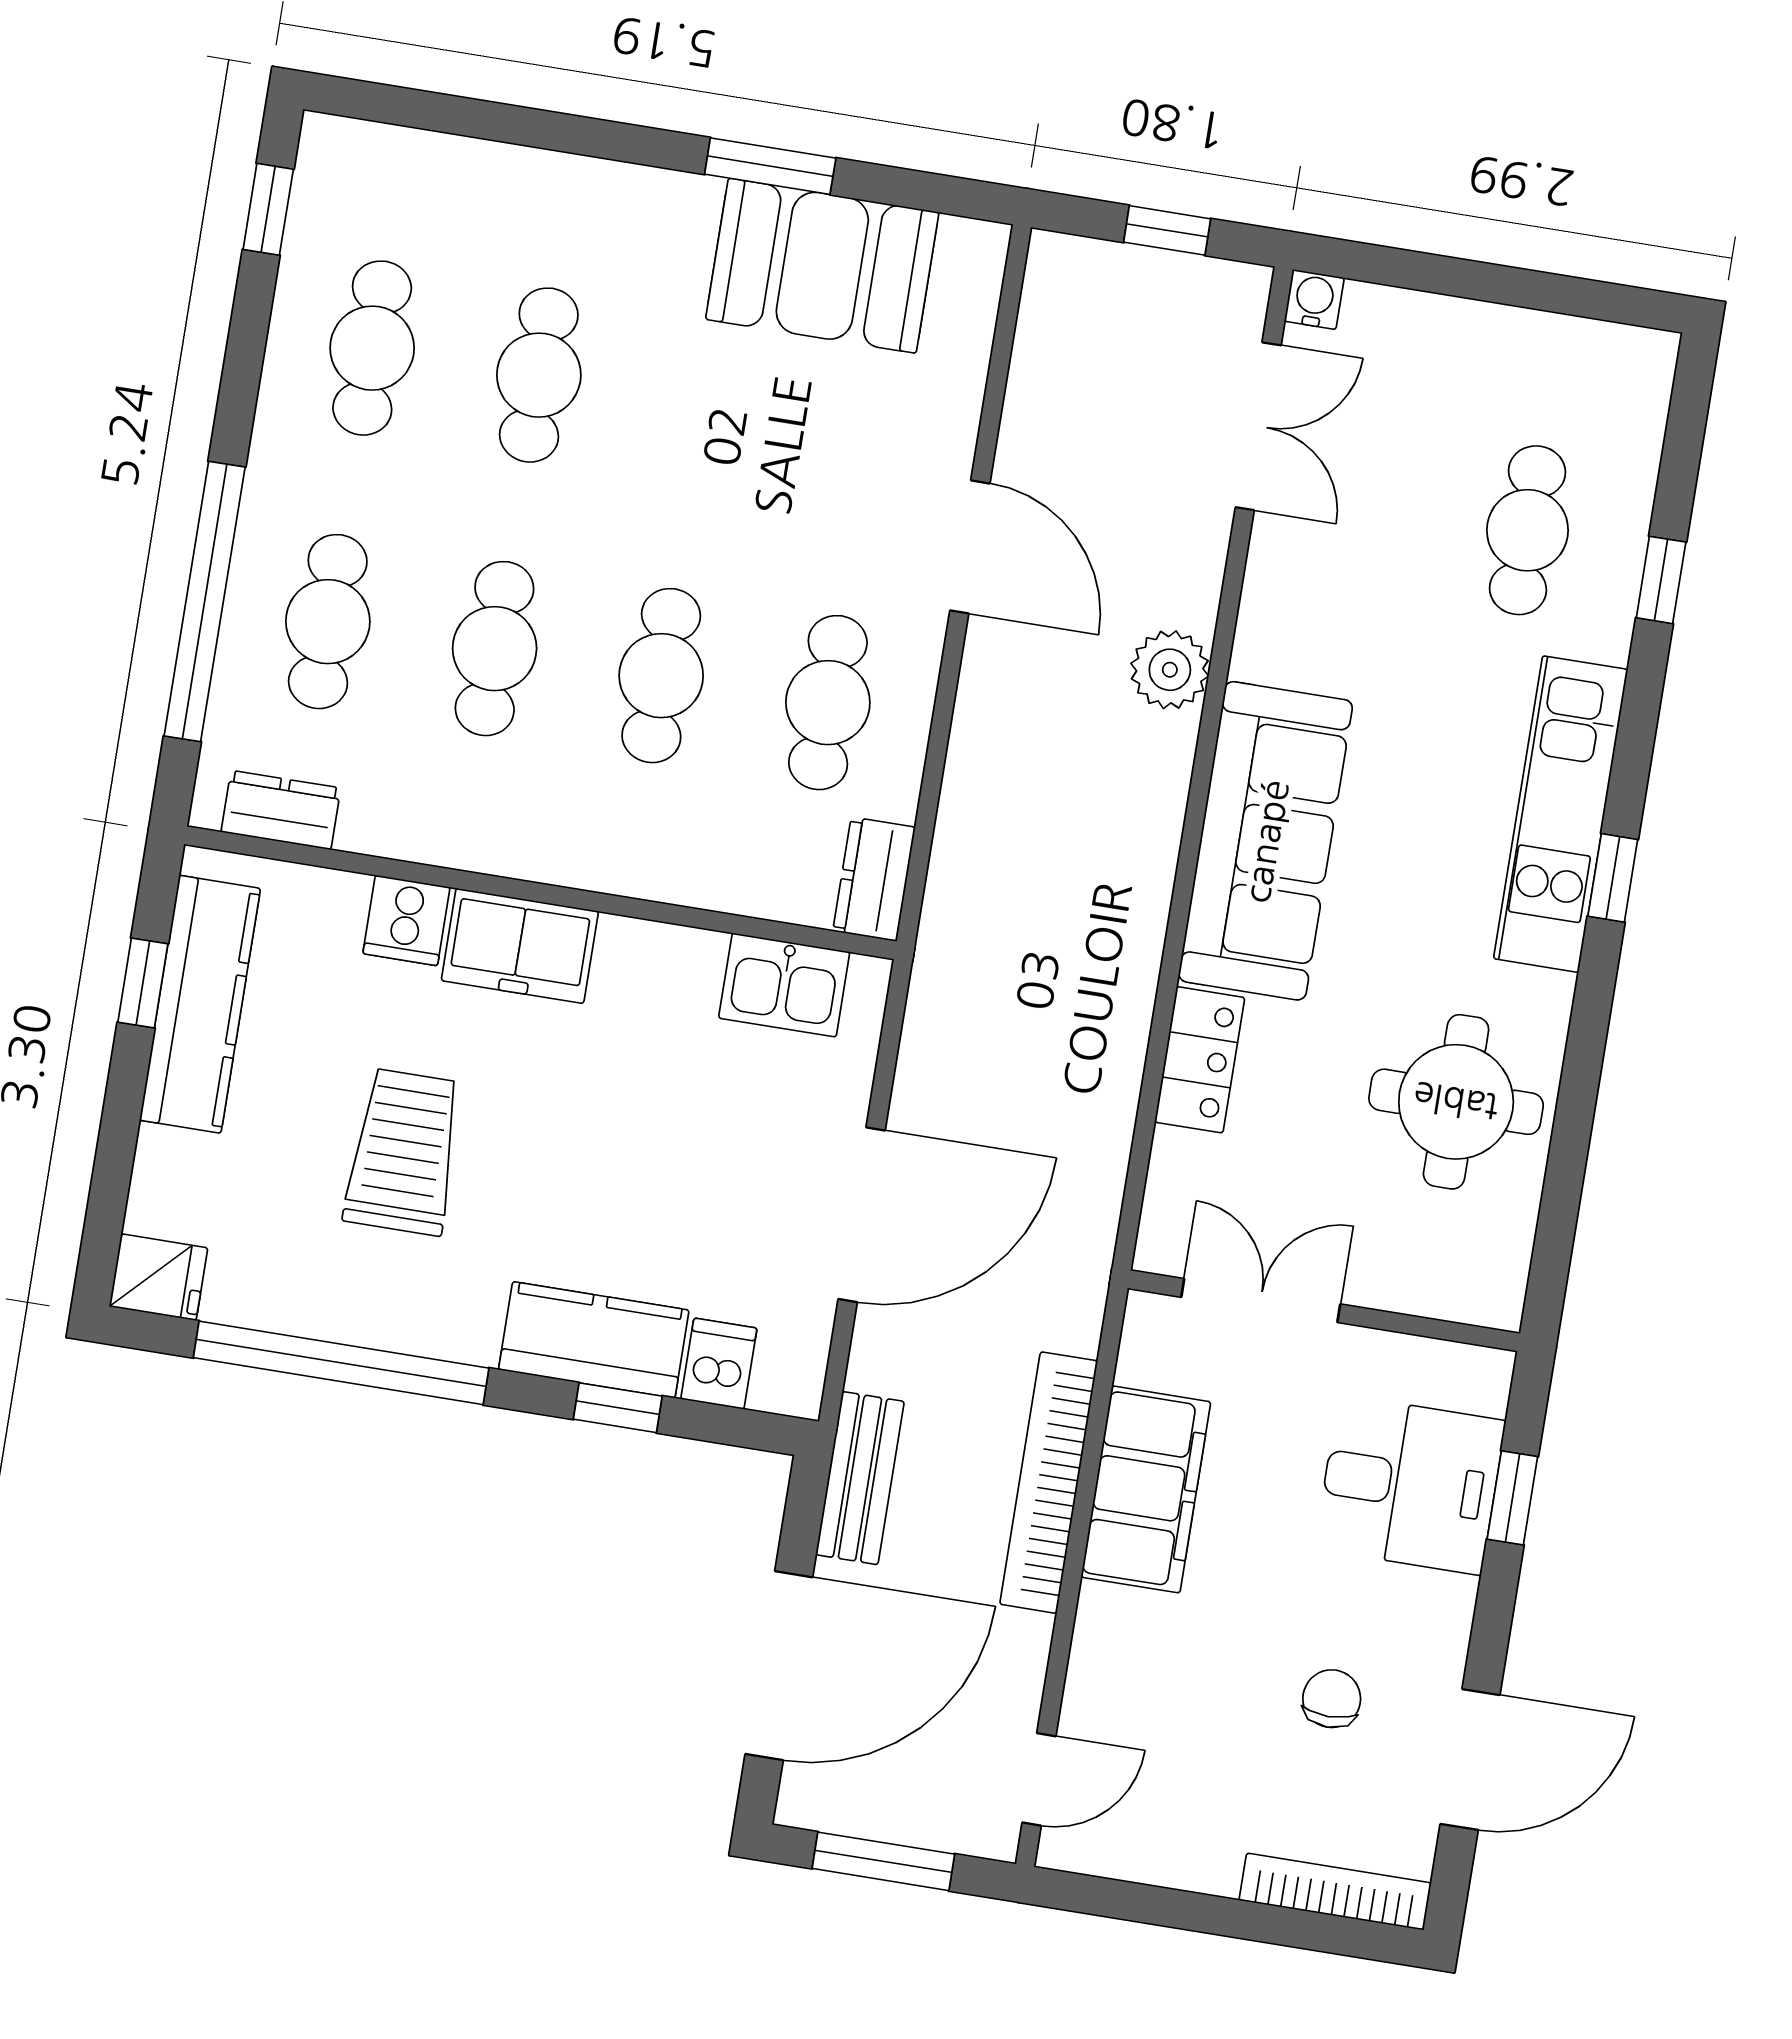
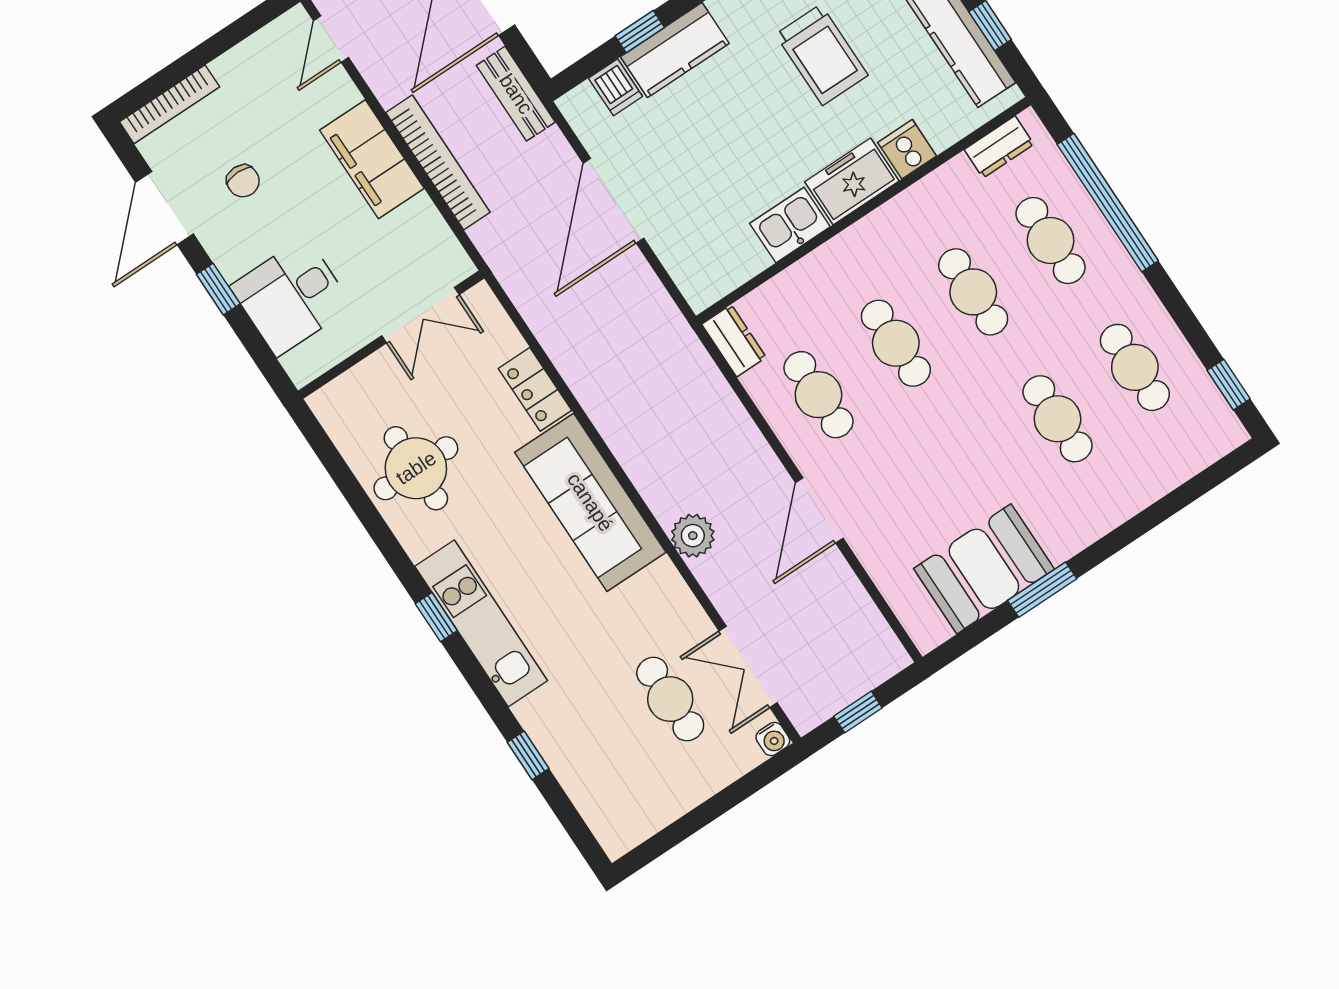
cafe table: (1527, 530) -> (670, 699), moved
door: (970, 547) -> (819, 510), hinge flipped
kitchen sink: (784, 985) -> (790, 225), moved
filing cabinet: (1146, 1489) -> (372, 159), moved
window: (1512, 1498) -> (218, 289), moved

